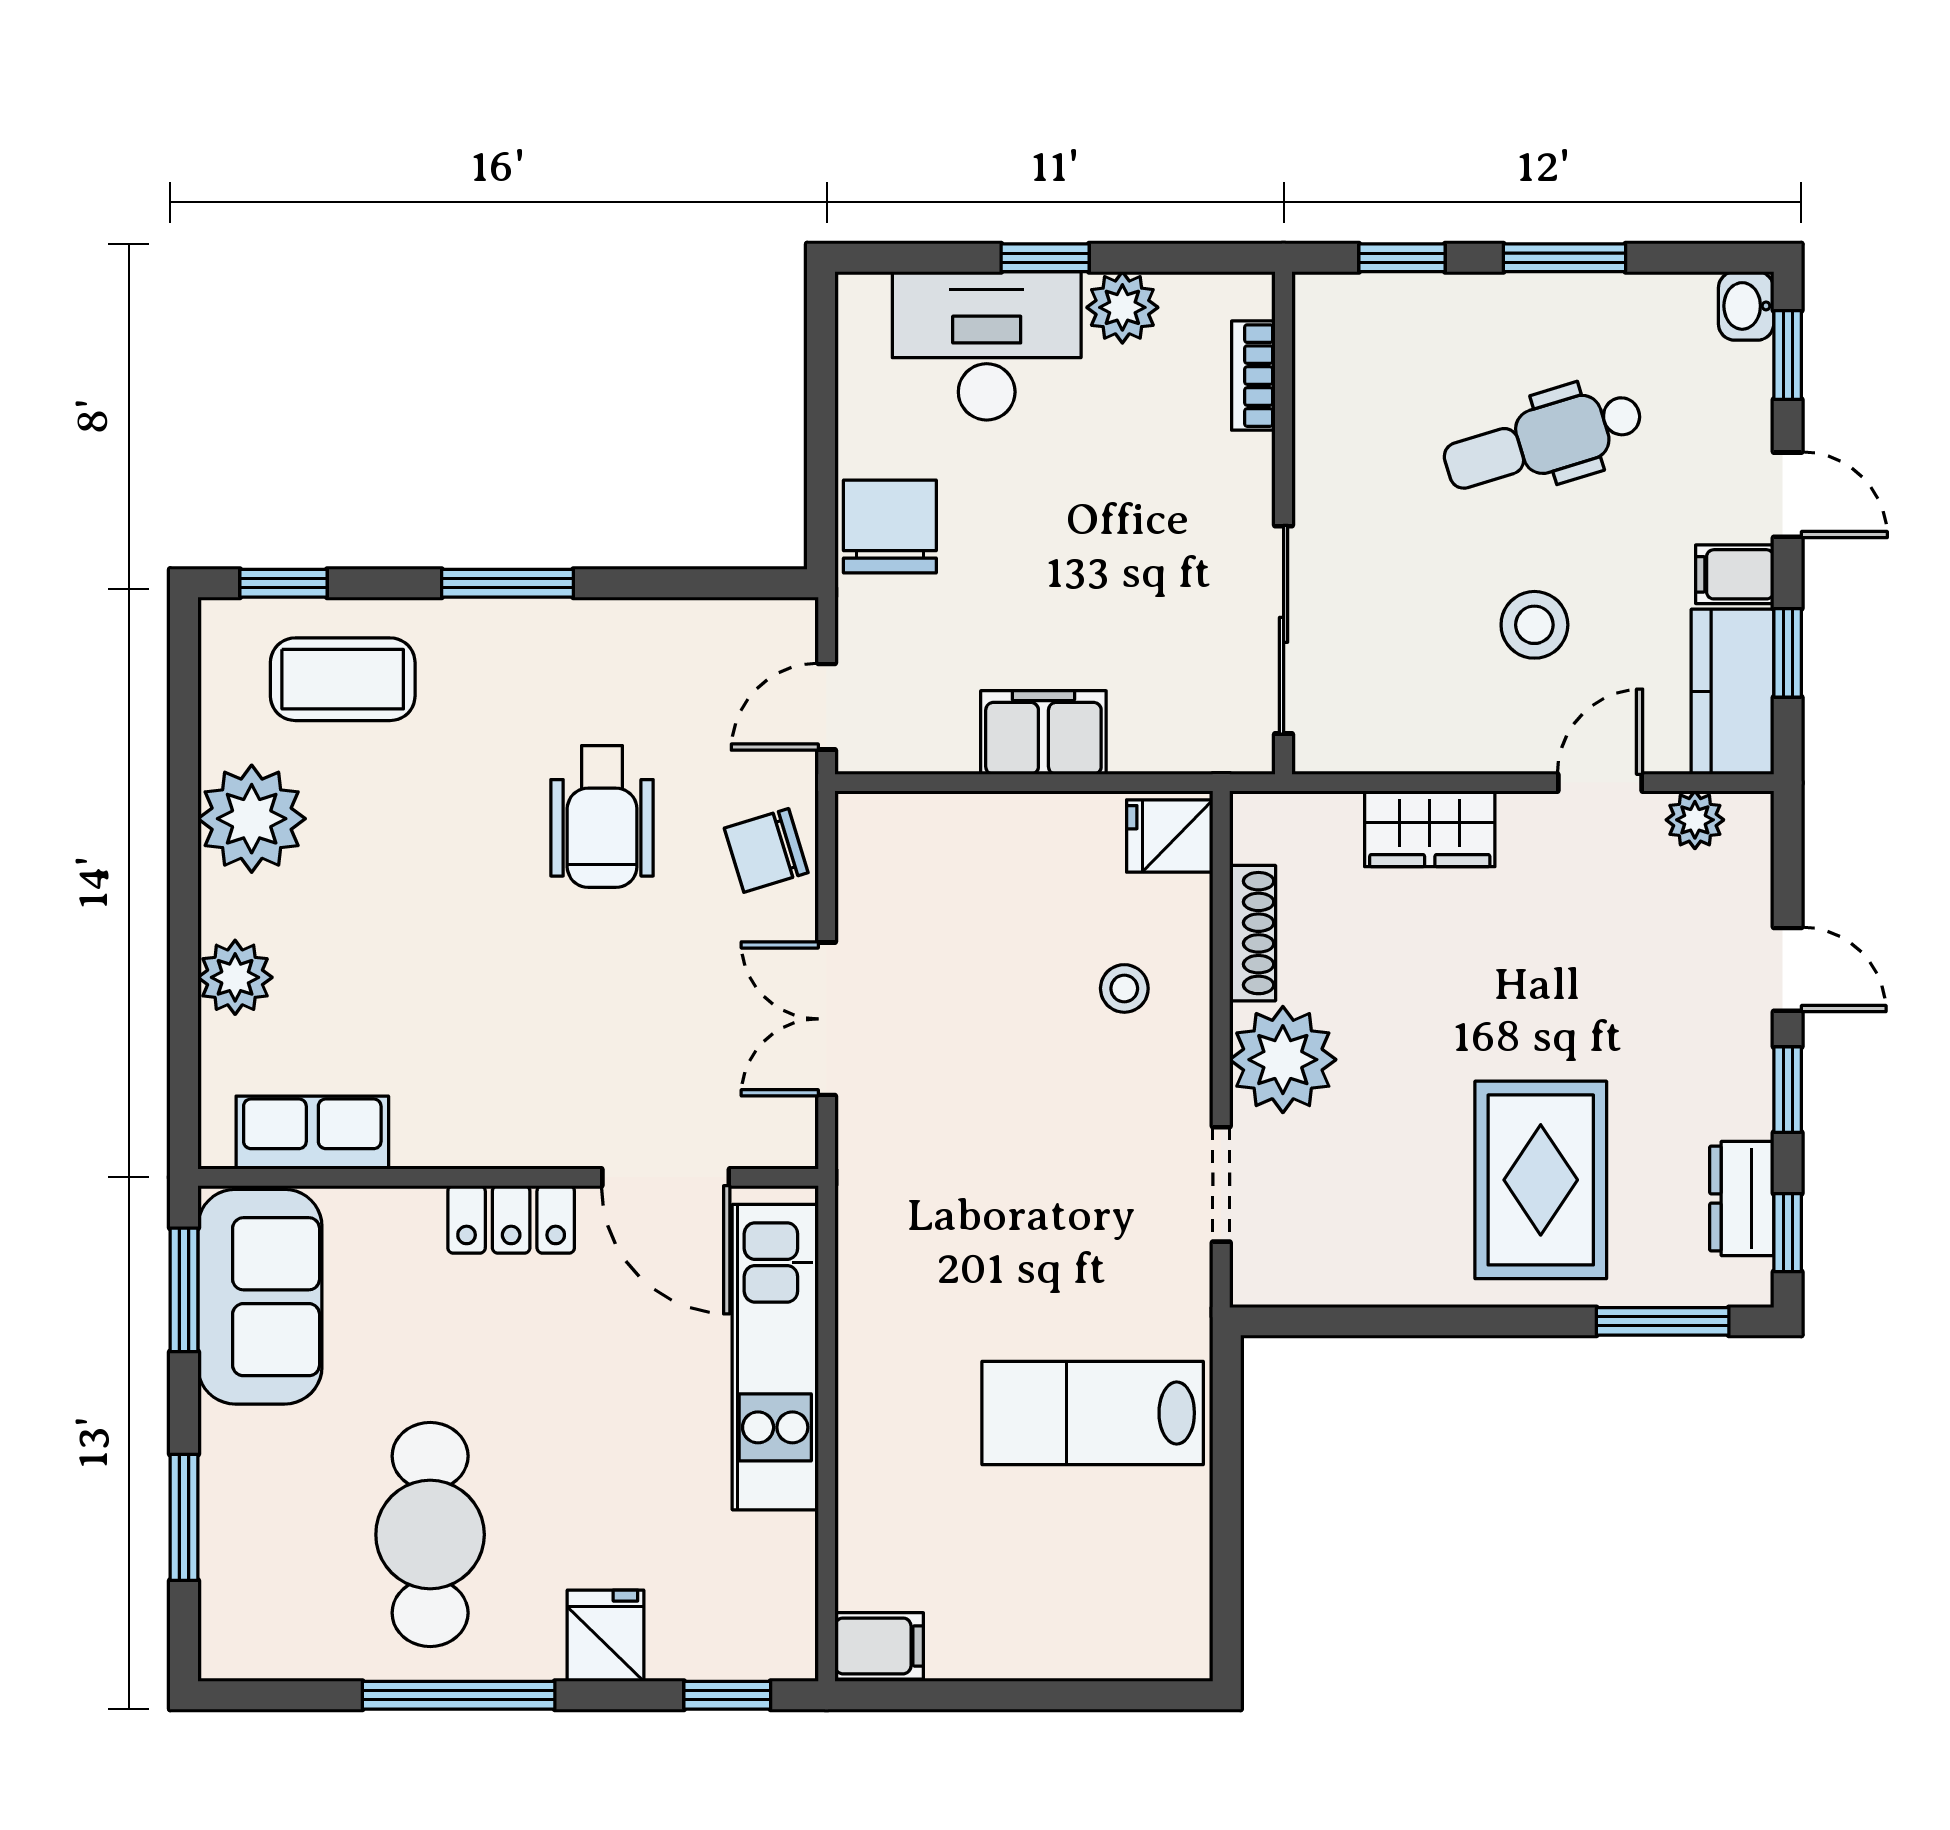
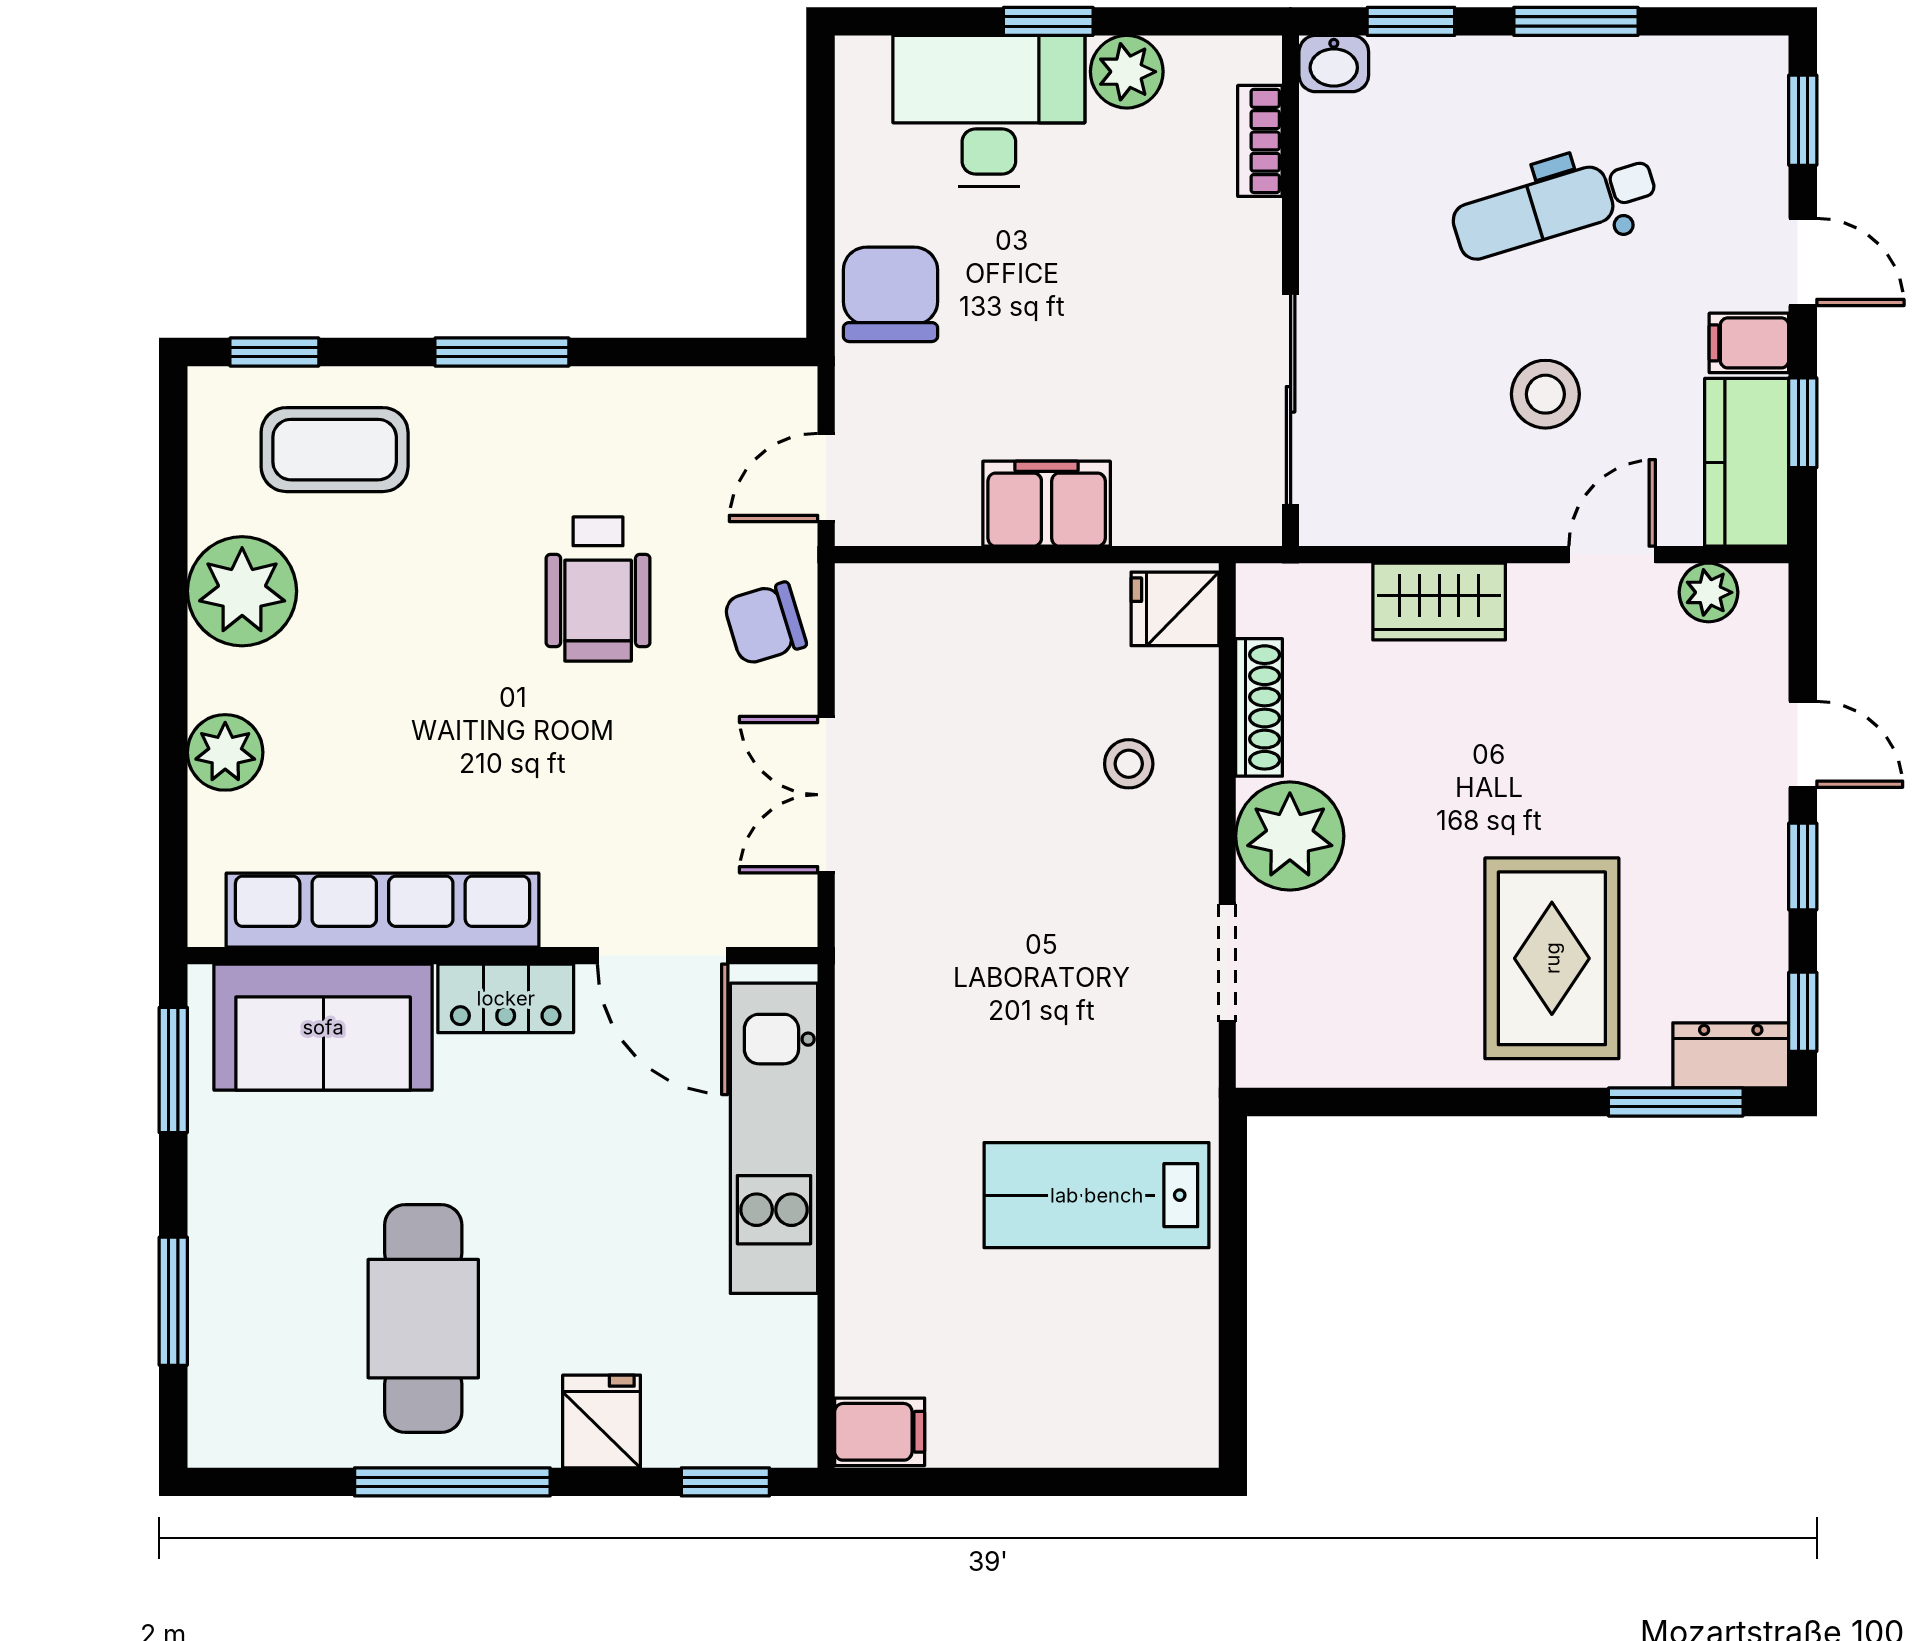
washbasin: (1746, 306) -> (1334, 64), moved, turned -90
row of seats: (312, 1133) -> (383, 910), width x2.02
dresser: (1742, 1198) -> (1731, 1055), moved, turned 90
sofa: (260, 1297) -> (323, 1027), moved, turned 90

